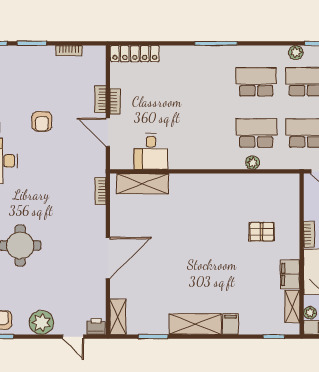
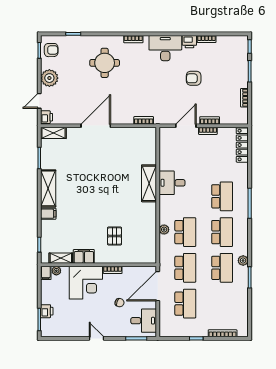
school desk: (206, 82) -> (222, 196), added
desk: (151, 151) -> (172, 183), moved
shelving: (143, 184) -> (149, 183), moved
door: (108, 258) -> (96, 126), swing flipped

